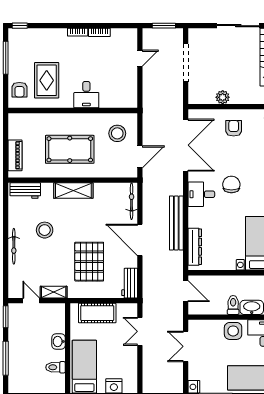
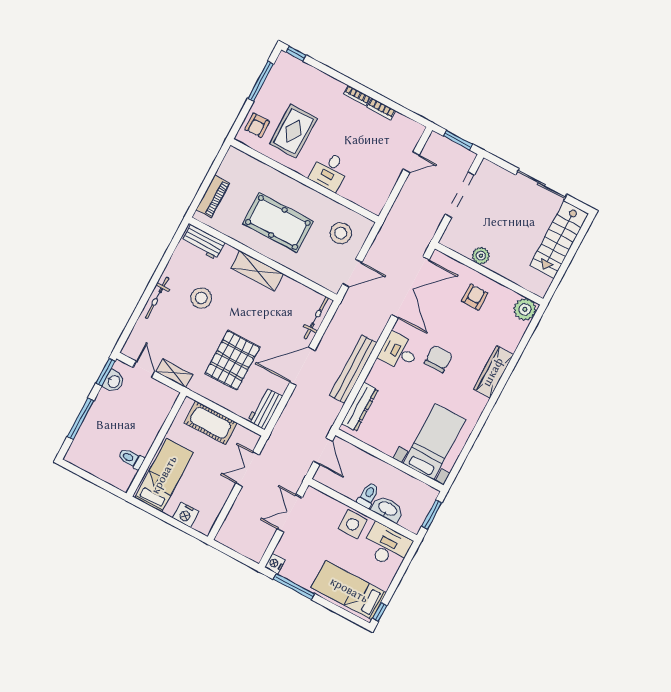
door: (140, 240) -> (302, 366), hinge flipped
washbasin: (59, 341) -> (114, 381), moved, turned 180

